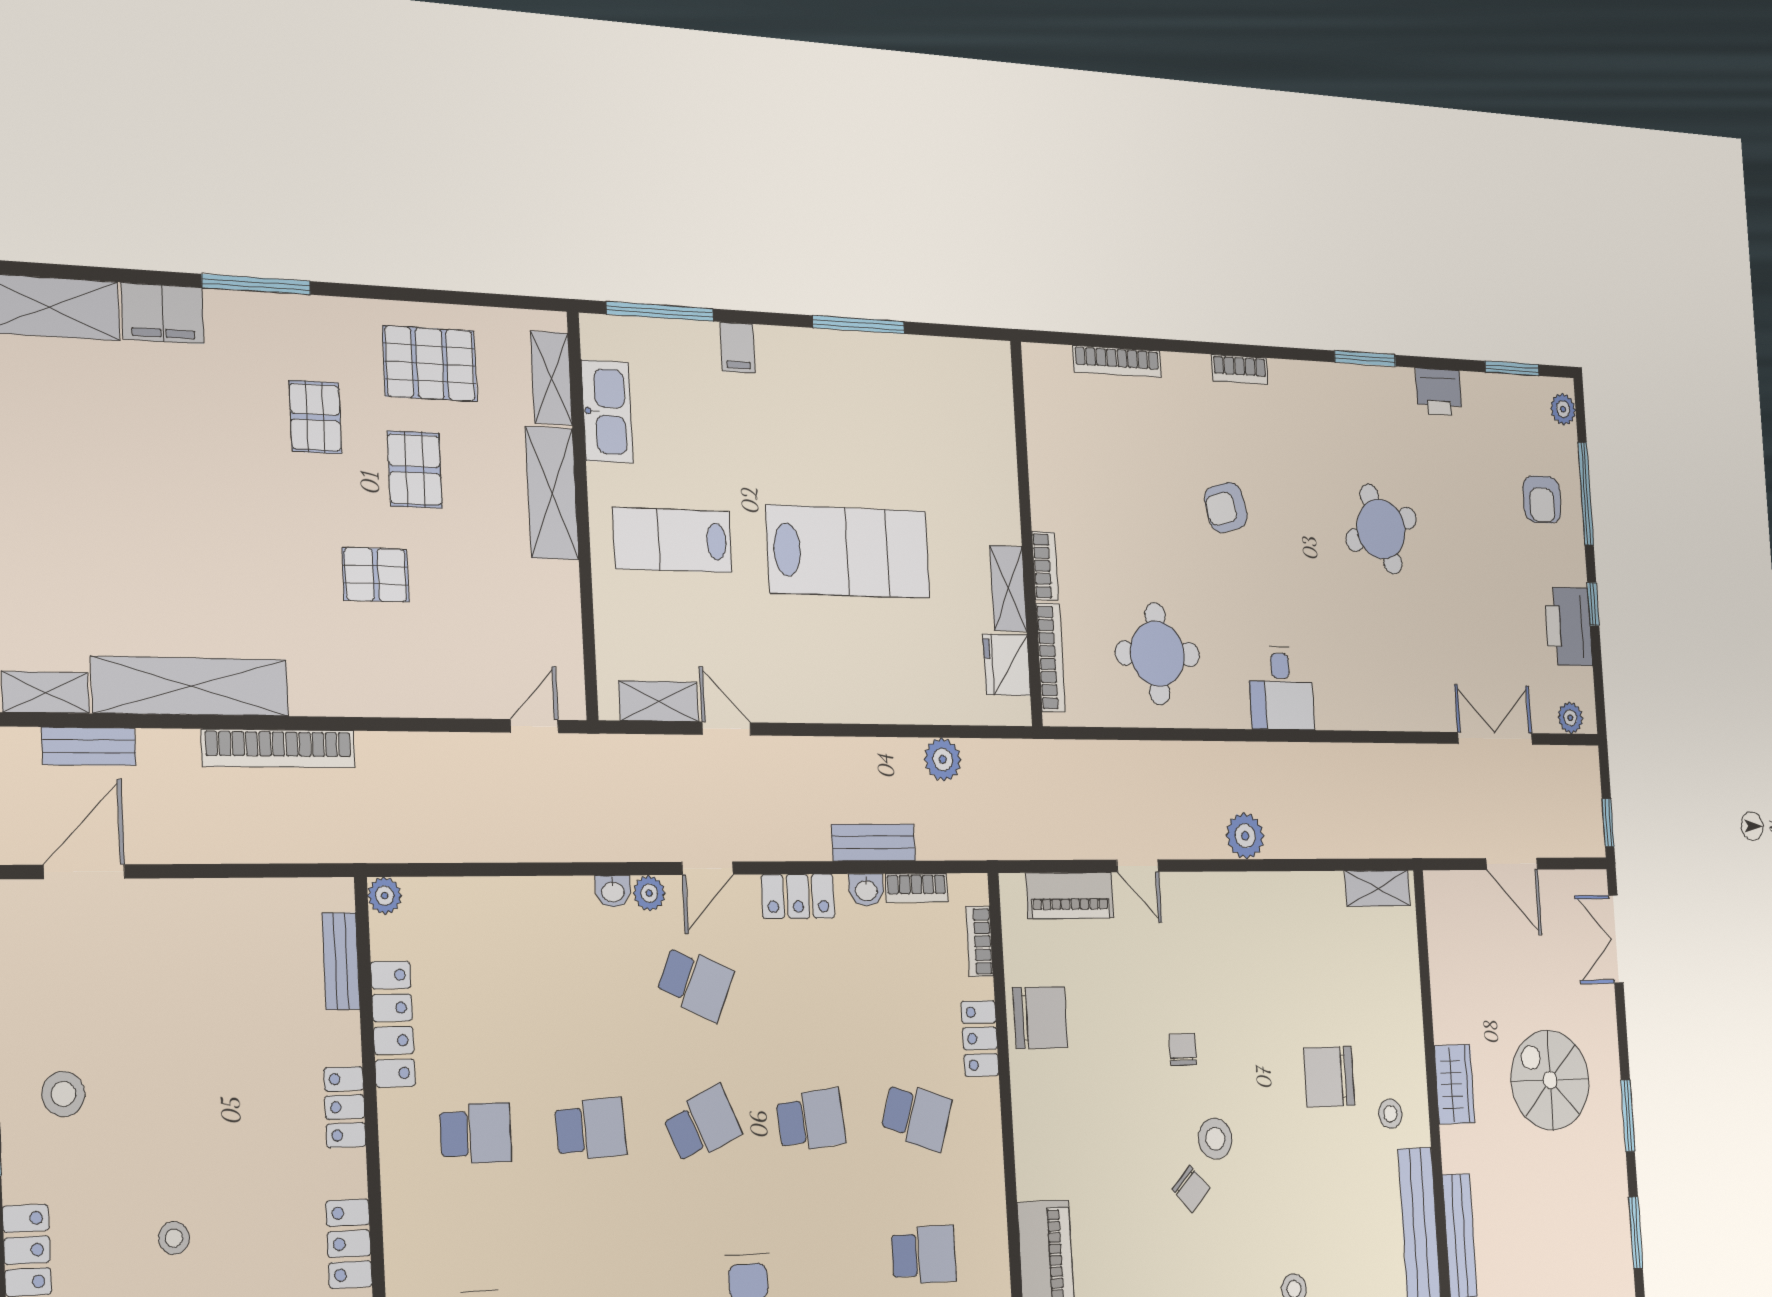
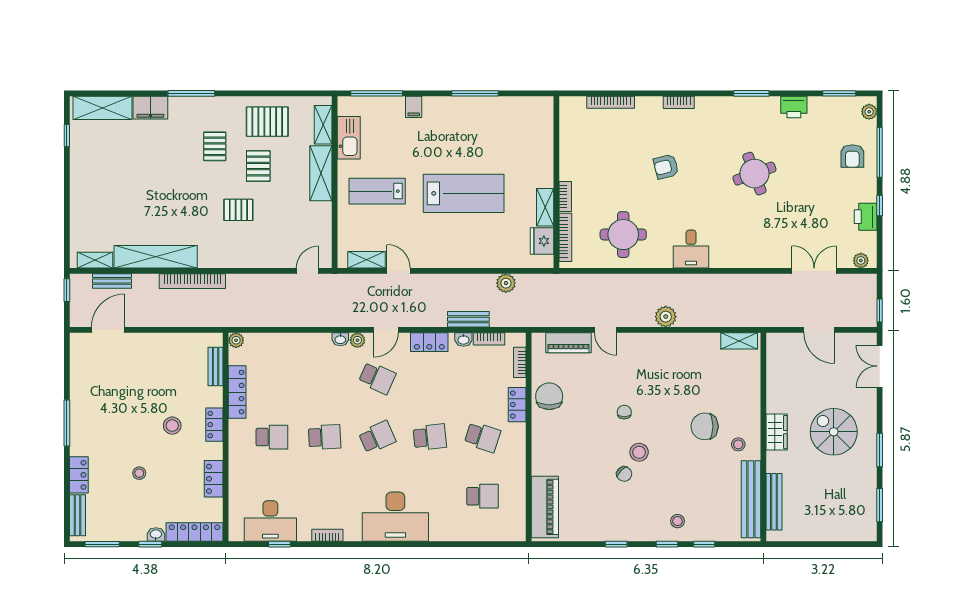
printer: (1569, 626) -> (866, 217), width x0.73, depth x0.84
chair: (1040, 1018) -> (549, 396), turned -90
stool: (63, 1094) -> (172, 426), moved

